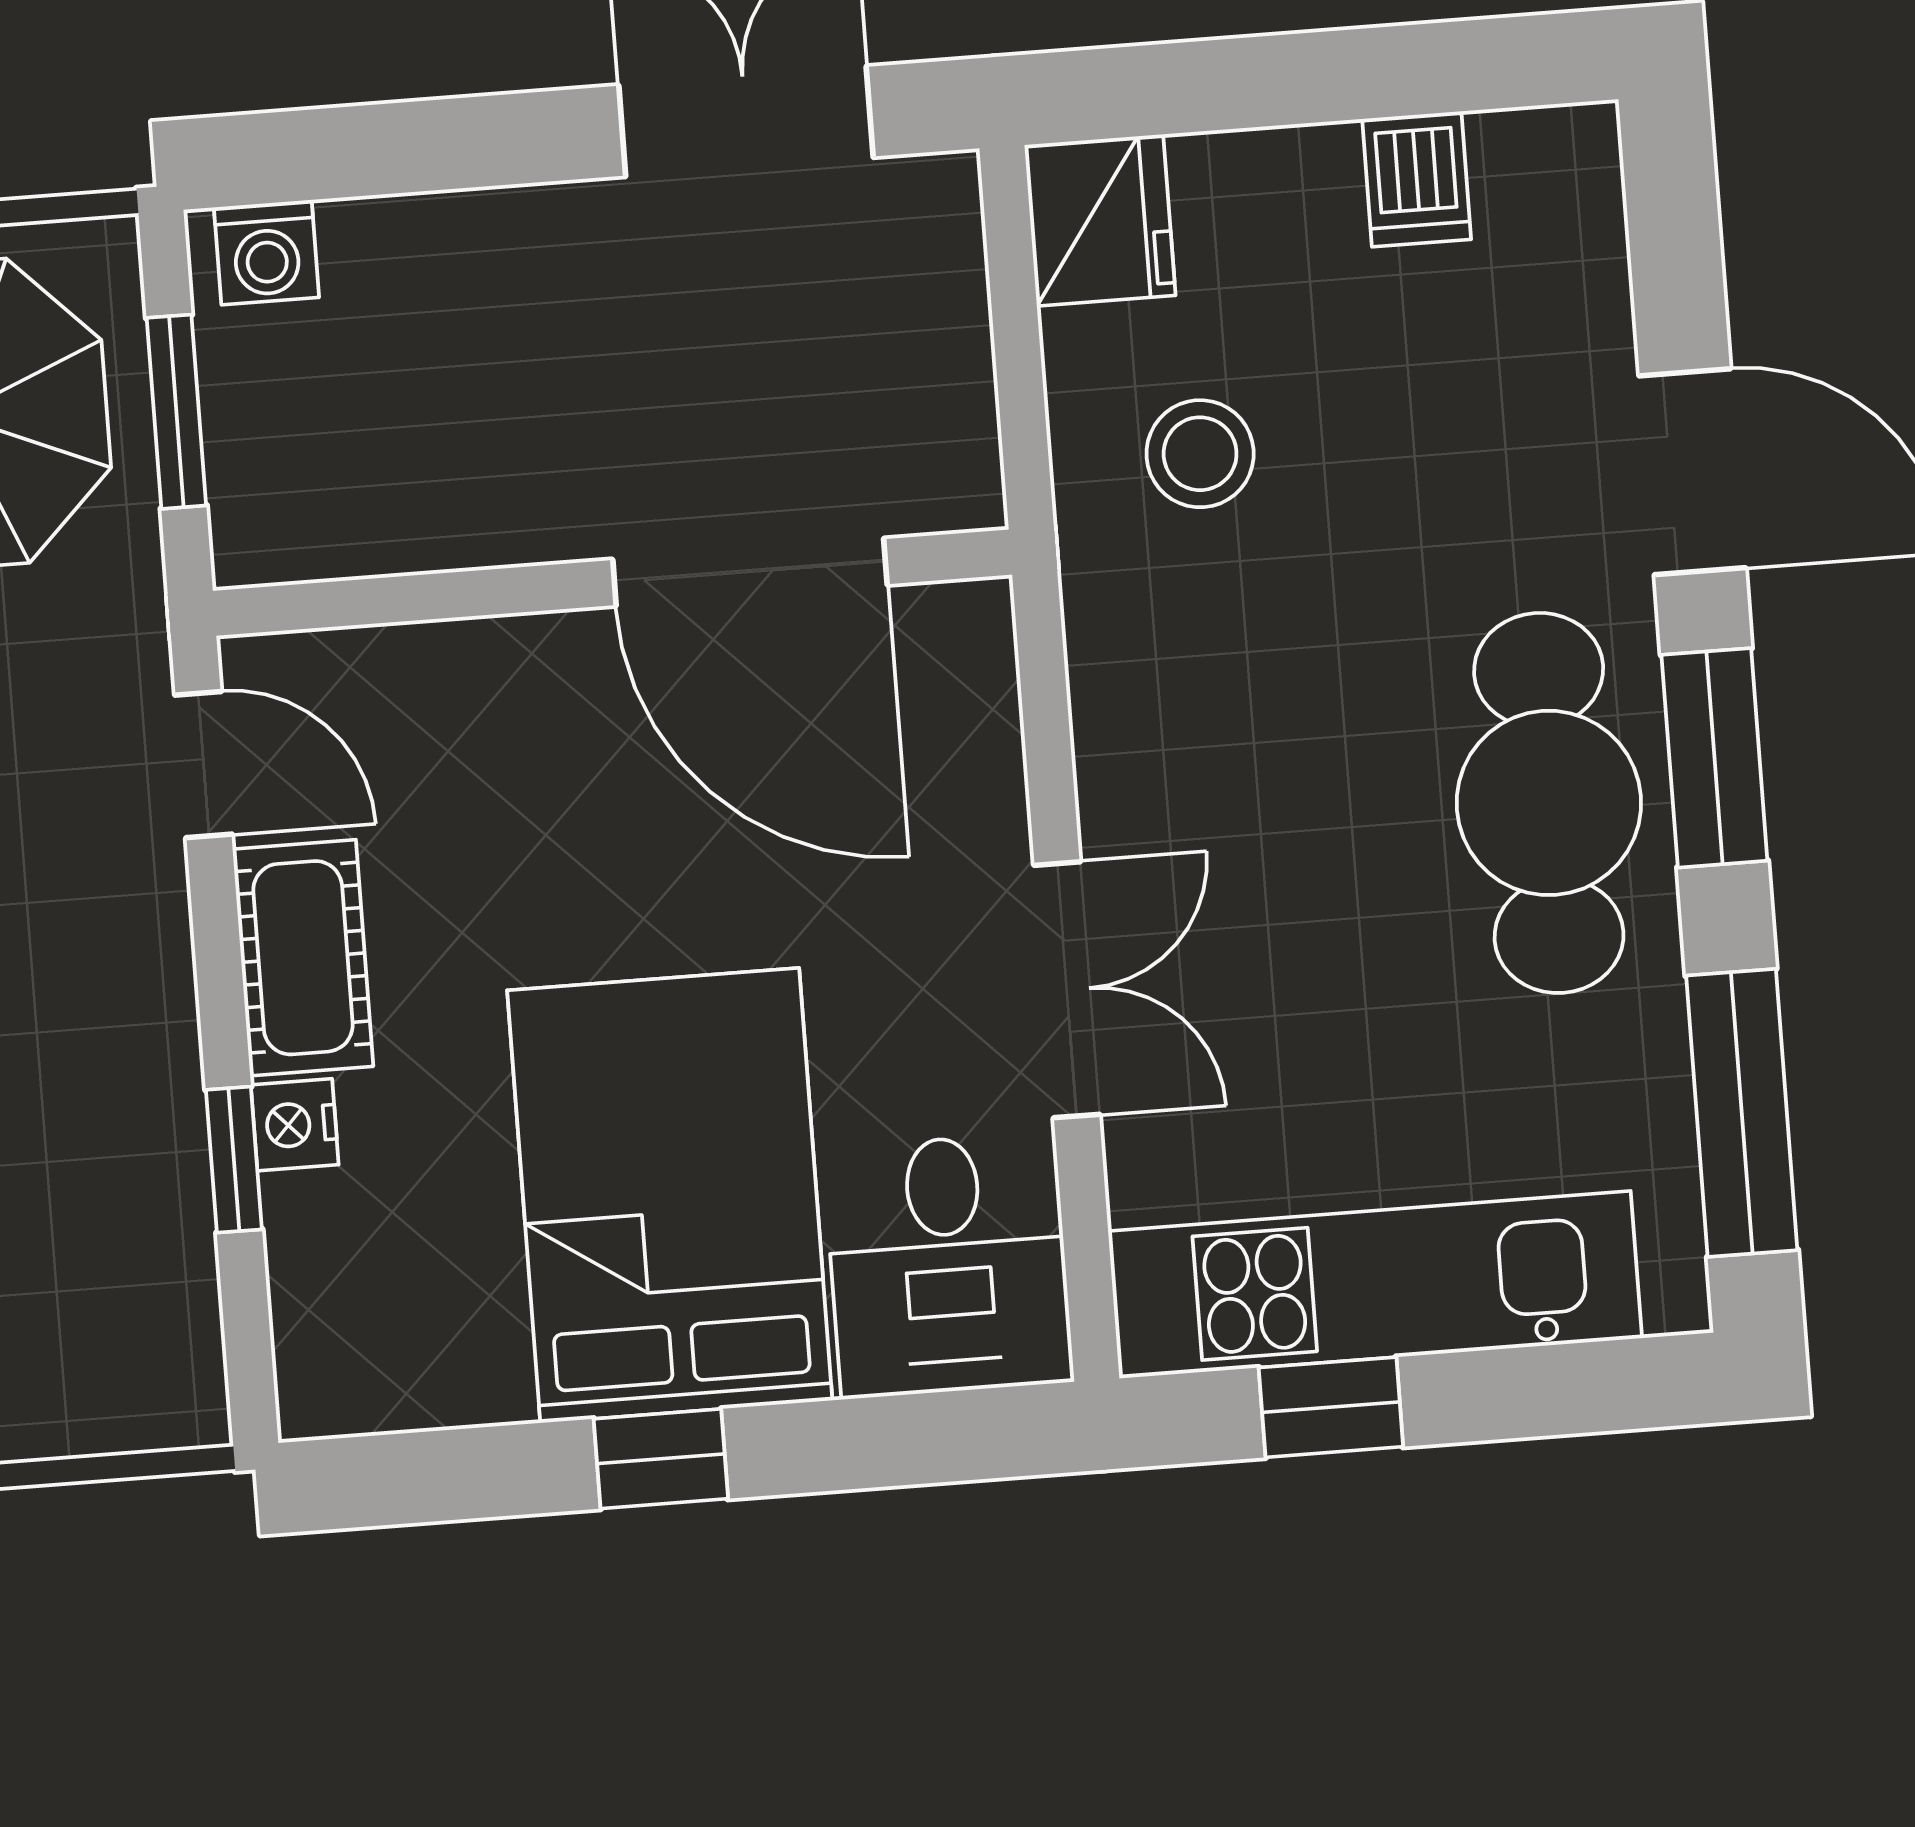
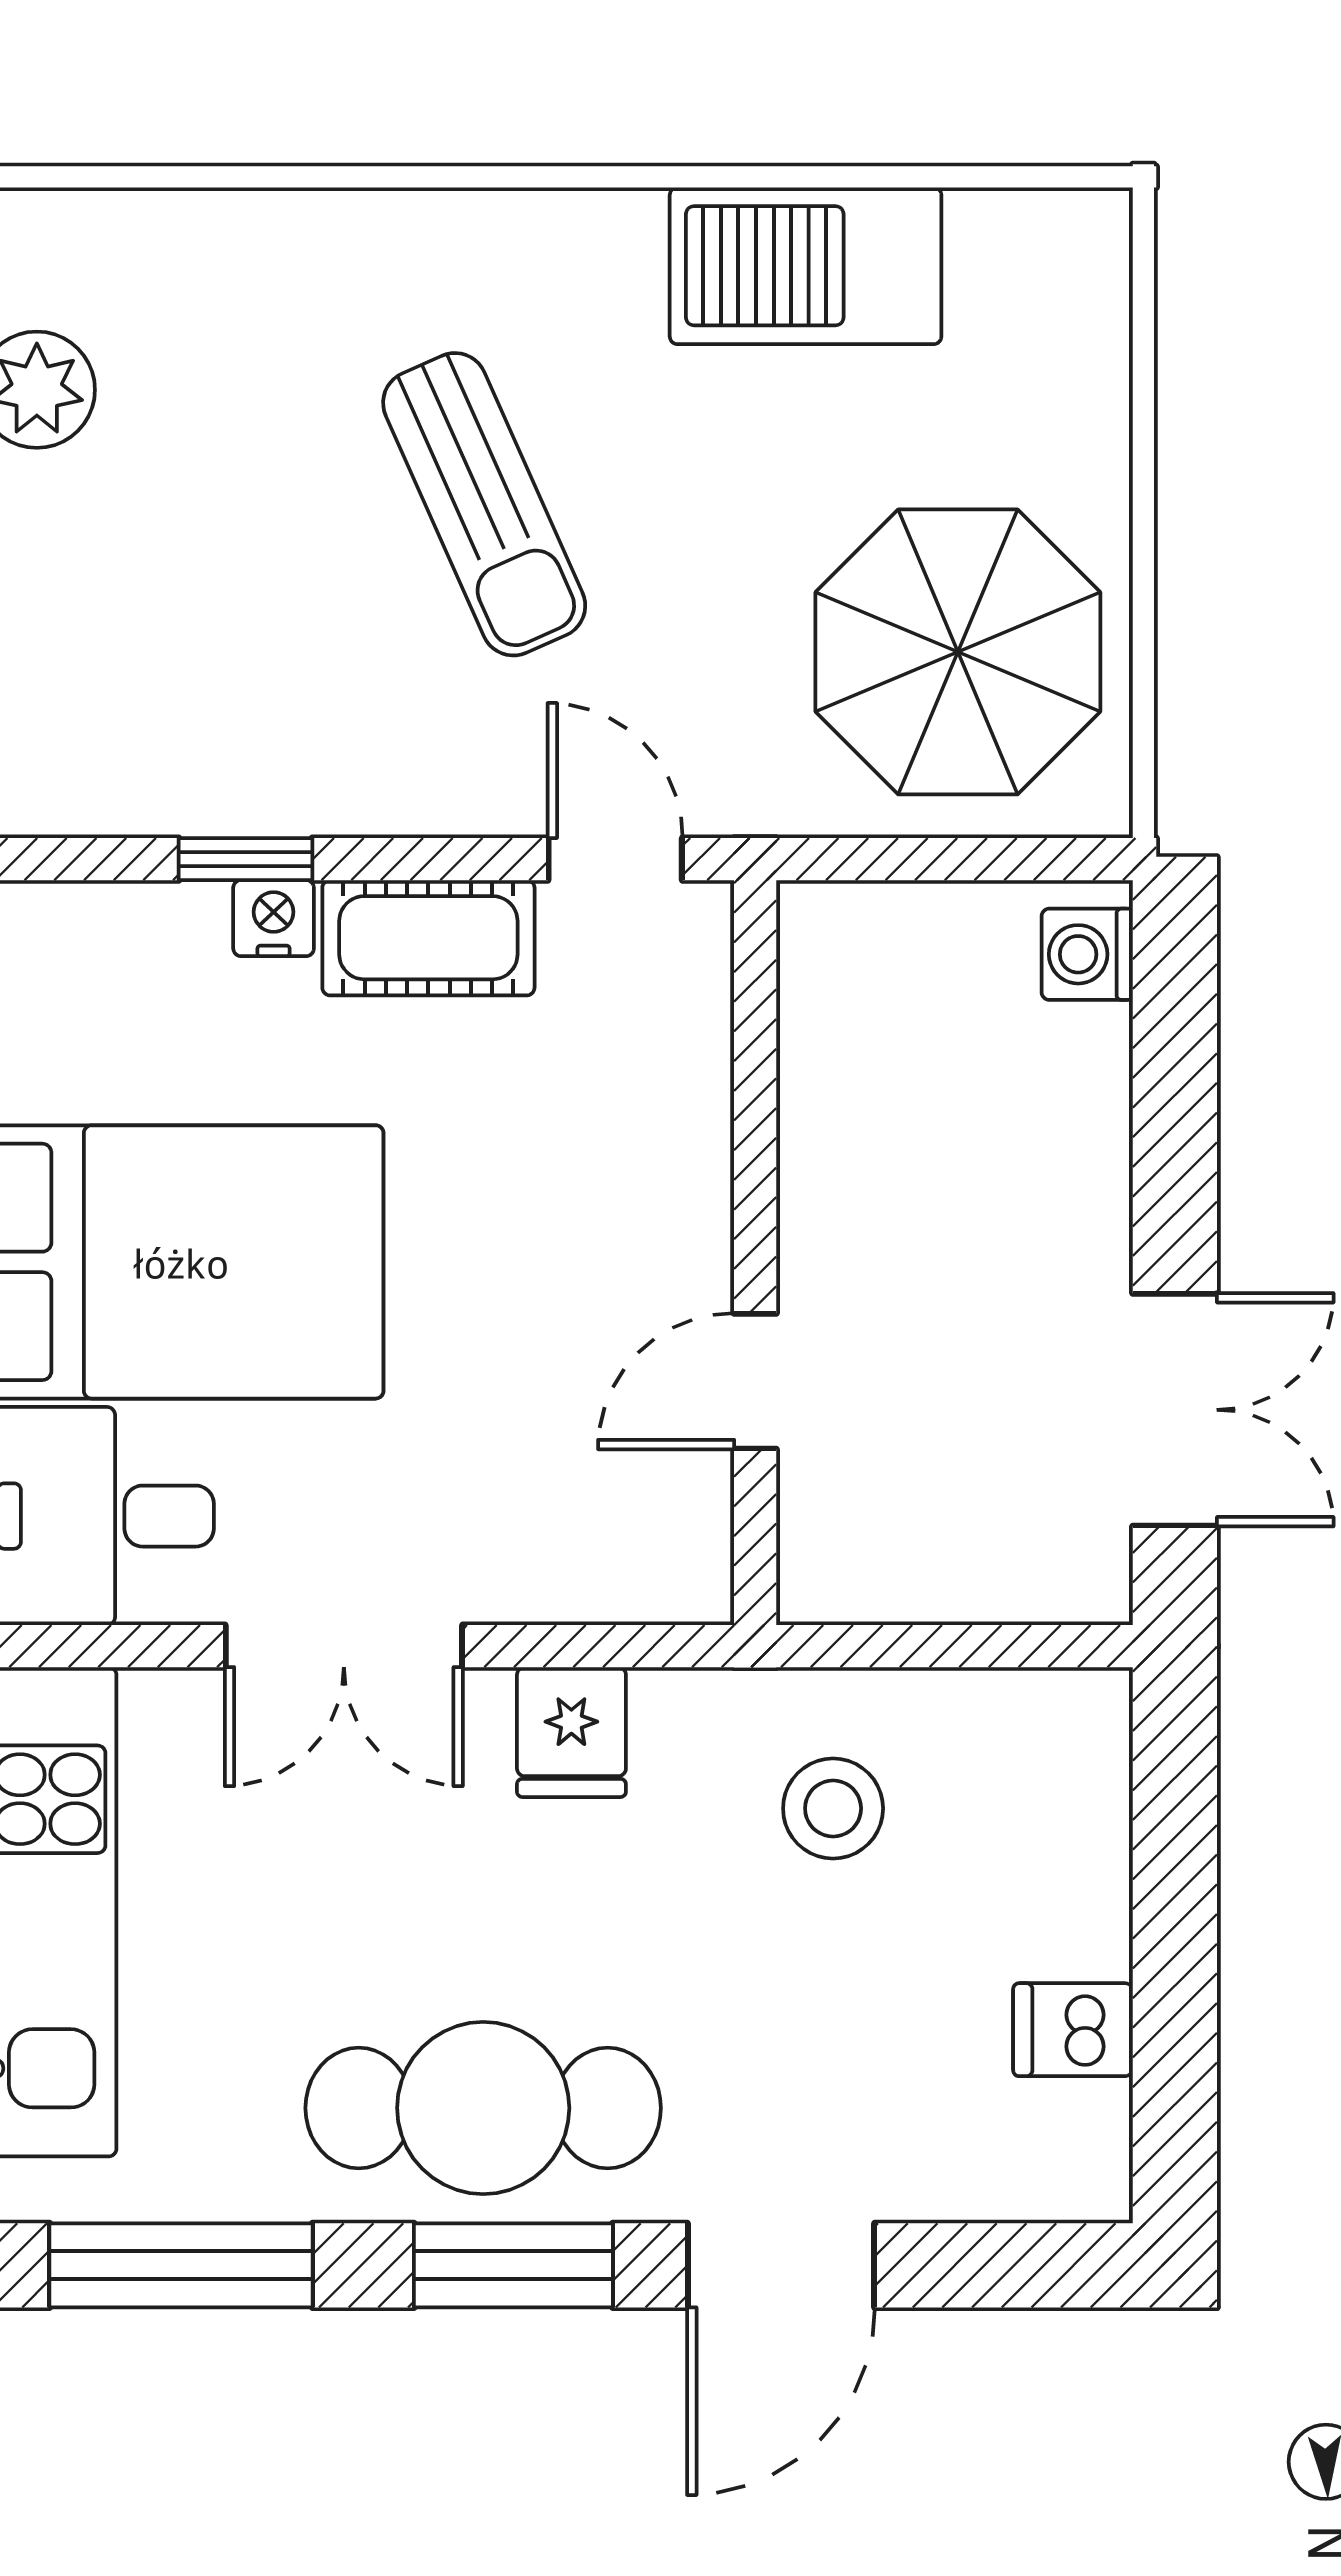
fridge: (1100, 220) -> (571, 1732), moved, width x0.72
window: (176, 412) -> (945, 859), removed
door: (750, 572) -> (755, 1381), width x0.53
door: (204, 765) -> (615, 859), swing flipped

